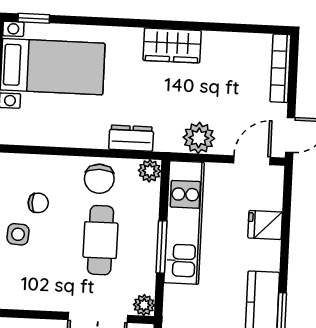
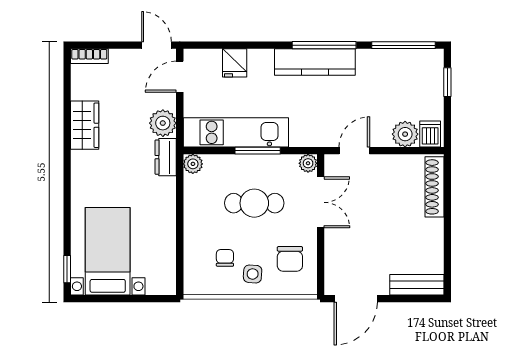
wardrobe: (172, 45) -> (85, 125), moved
bookcase: (280, 68) -> (89, 56), width x0.64
dresser: (131, 138) -> (166, 157), moved
door: (252, 160) -> (180, 77), hinge flipped
chair: (99, 179) -> (290, 259), moved, turned 90

